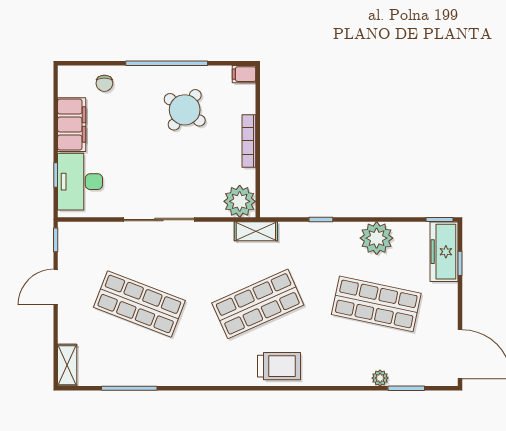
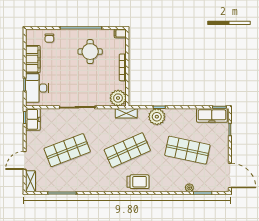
round table: (185, 110) -> (90, 52), turned -36
plant: (377, 238) -> (157, 117), moved
freezer: (72, 243) -> (33, 119), added
freezer: (444, 252) -> (212, 115), moved, turned -90
door: (56, 287) -> (25, 160), moved
shop shelf: (139, 304) -> (67, 150), turned -42

